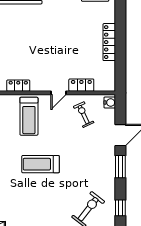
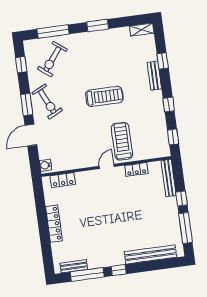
locker: (81, 85) -> (63, 180), moved
door: (59, 93) -> (107, 166), moved
exercise bike: (84, 115) -> (47, 102), moved, width x1.38, depth x1.39

